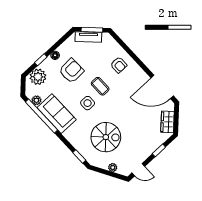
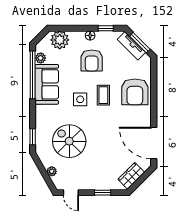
window: (41, 60) -> (106, 28), moved
armchair: (119, 65) -> (135, 92), width x1.88, depth x1.88
armchair: (71, 71) -> (92, 60), turned 92
spiral stairs: (106, 137) -> (69, 141), turned 180

